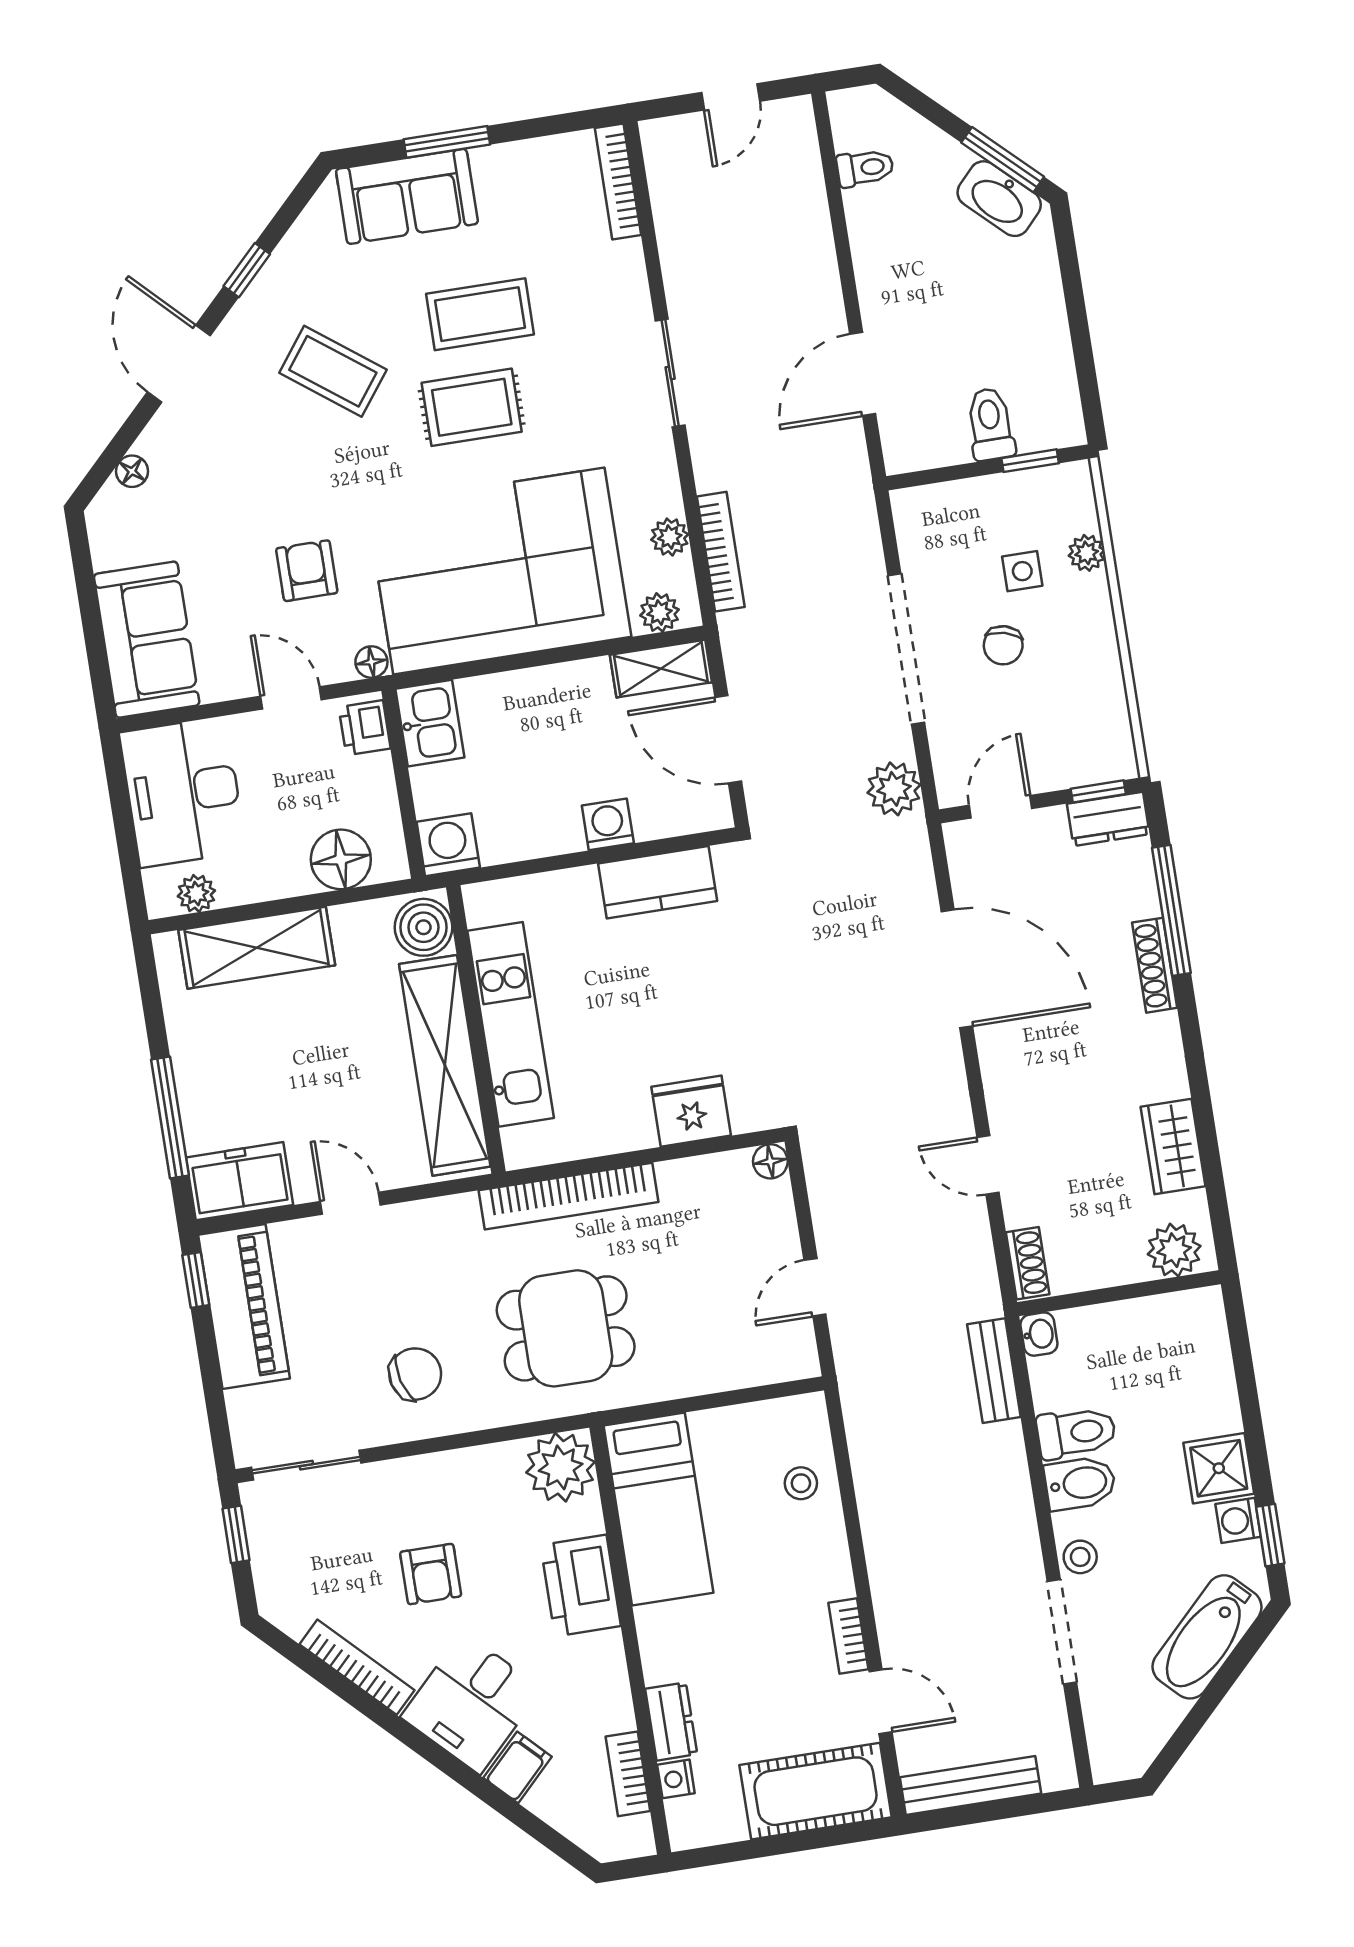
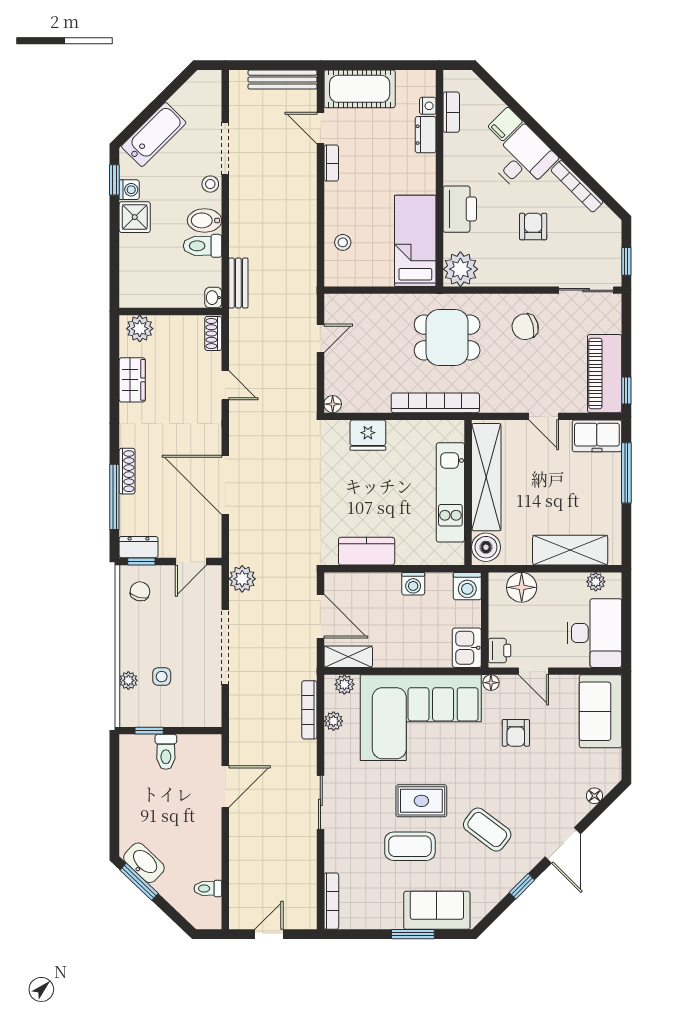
chair: (1003, 645) -> (140, 591), moved
washing machine: (608, 824) -> (413, 584), moved

